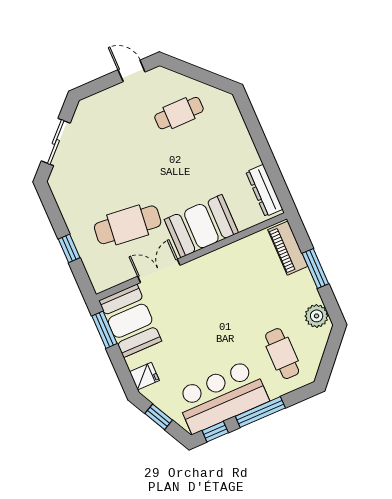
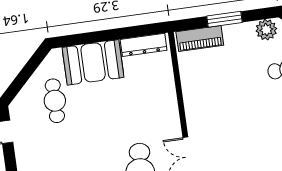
booth: (201, 226) -> (93, 62), moved, turned 90

